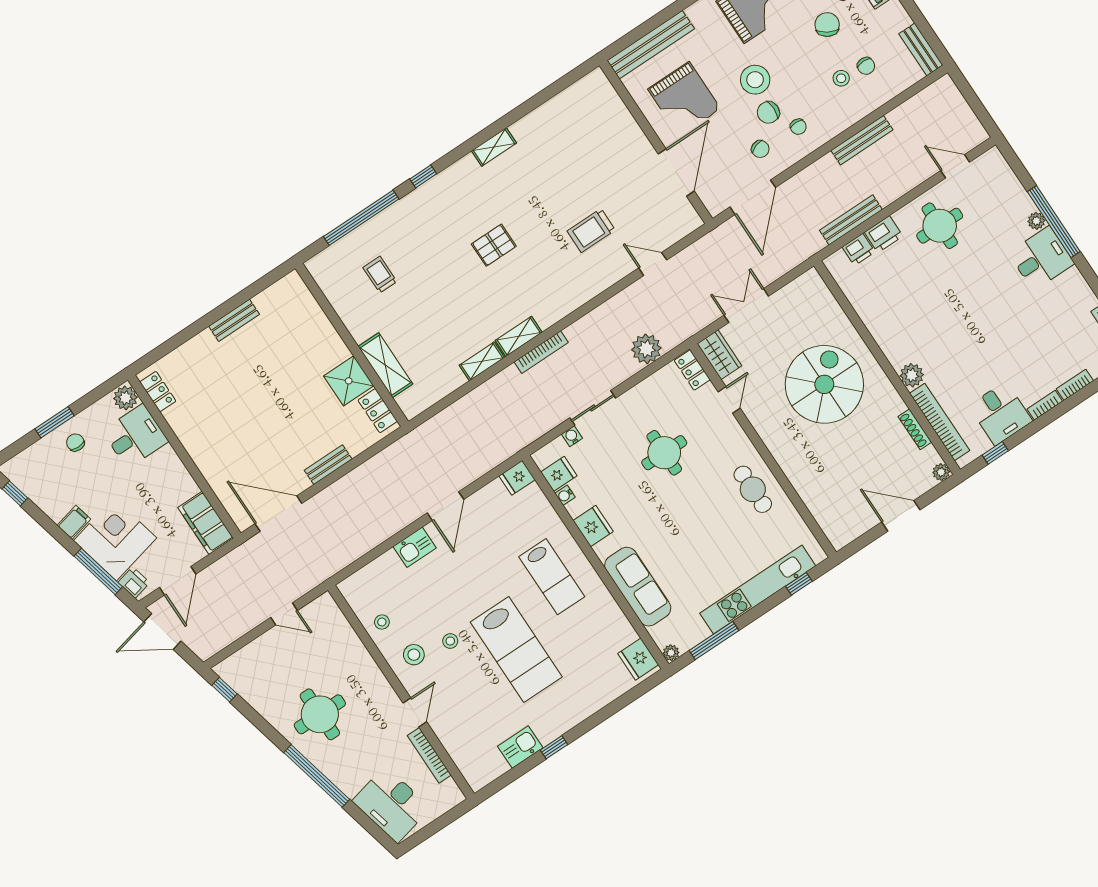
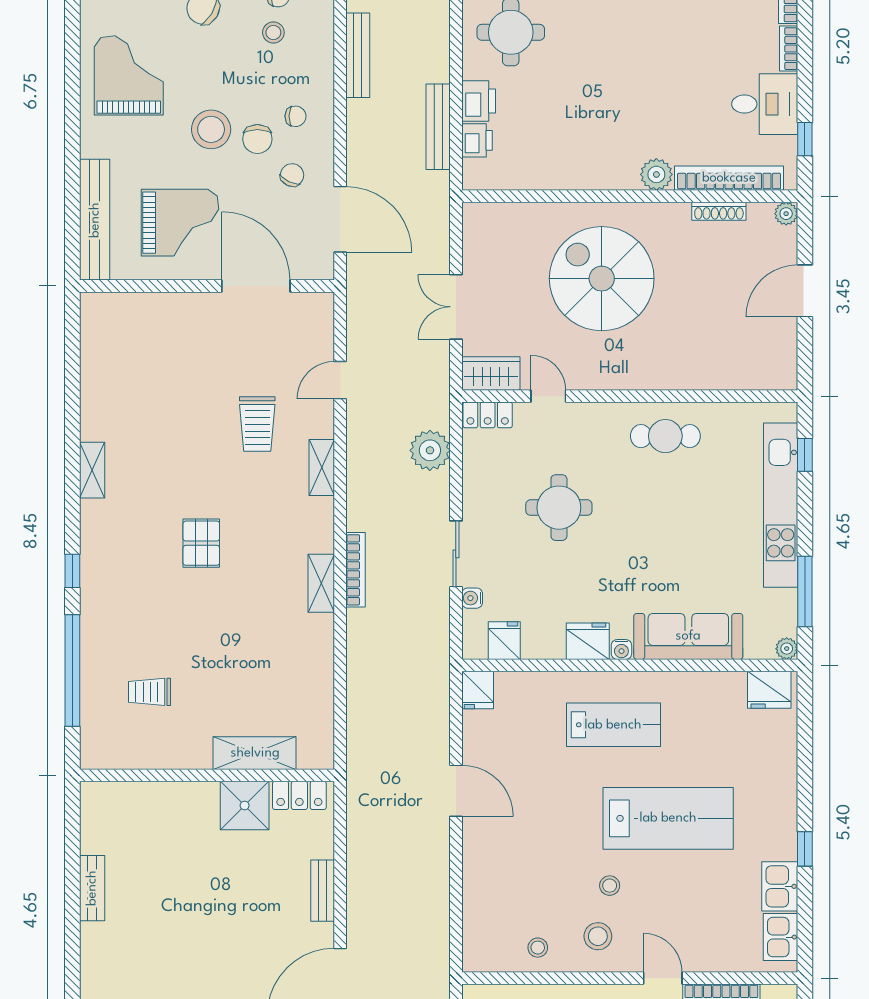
chair: (760, 149) -> (292, 175), turned -45
shelving: (482, 361) -> (322, 468), moved
water cooler: (565, 495) -> (621, 650), moved
kitchen sink: (415, 547) -> (781, 937), moved, turned 180

